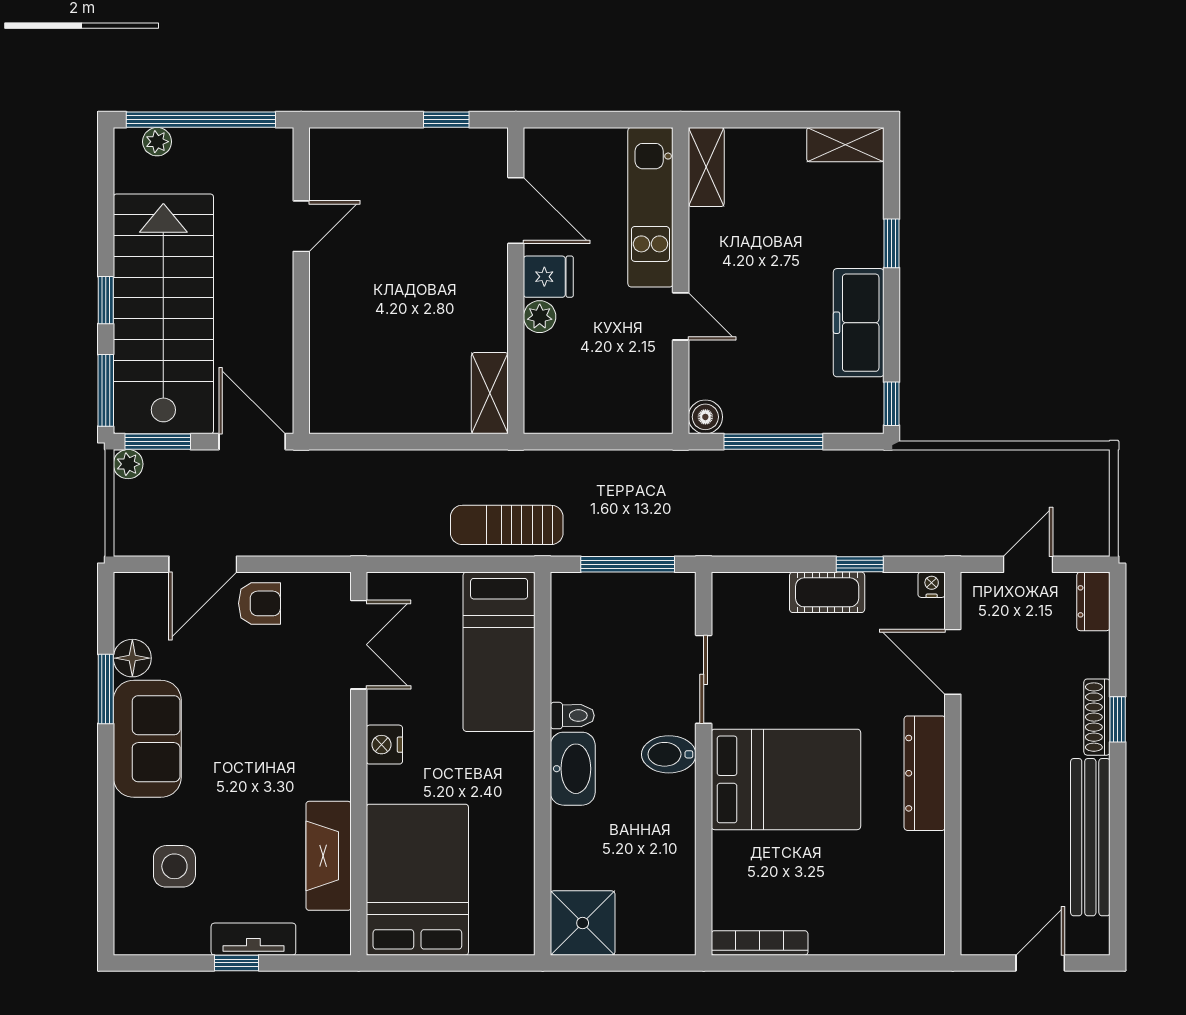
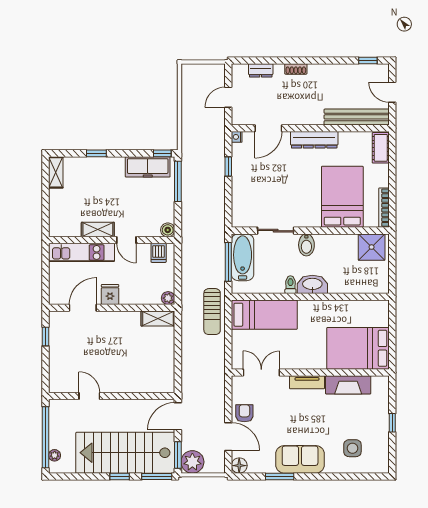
shelving: (706, 167) -> (98, 230), moved
door: (681, 316) -> (126, 240), swing flipped
plant: (540, 317) -> (168, 298), moved
freezer: (859, 323) -> (148, 167), moved
dishwasher: (650, 395) -> (159, 253), added
window: (773, 442) -> (178, 181), moved
plant: (128, 464) -> (192, 462), width x1.87, depth x1.87
door: (1028, 564) -> (228, 97), hinge flipped
cot: (827, 592) -> (381, 148), moved
bathtub: (639, 599) -> (243, 257), added
dresser: (1093, 601) -> (261, 70), moved
floor lamp: (132, 658) -> (239, 466), moved
shoe rack: (1097, 717) -> (296, 69), width x0.70
window: (1118, 719) -> (368, 60), moved
nightstand: (384, 745) -> (302, 362), removed
bed: (786, 779) -> (342, 197), moved
bench: (1090, 837) -> (357, 117), moved
shower: (583, 923) -> (372, 247), moved
tv unit: (253, 939) -> (307, 382), moved, turned -90

